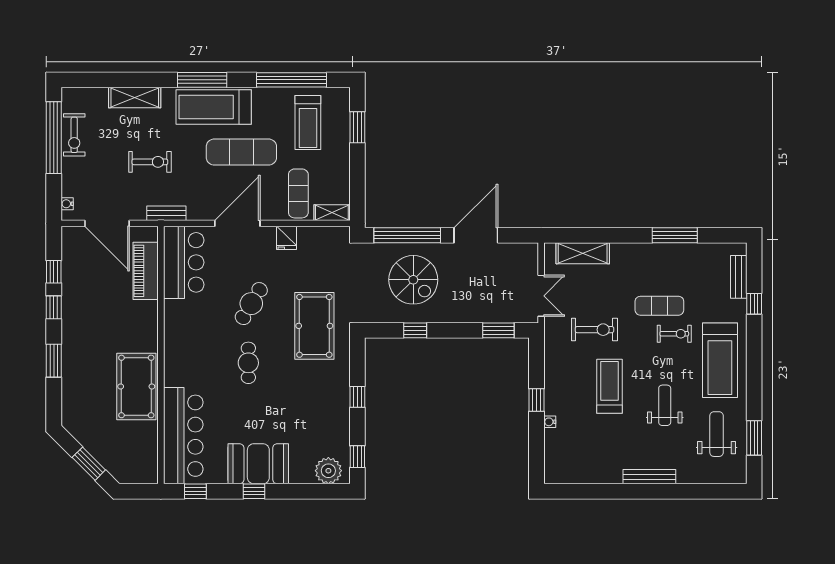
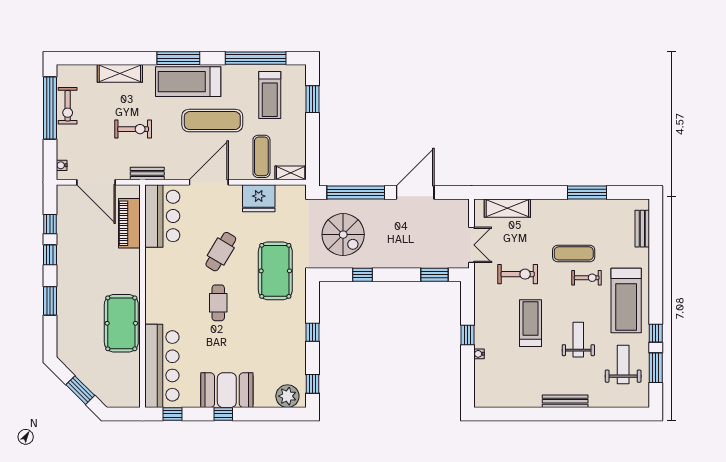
fridge: (286, 238) -> (259, 198), width x1.88, depth x1.34
spiral stairs: (413, 280) -> (343, 235), moved
window: (754, 304) -> (656, 333), moved

